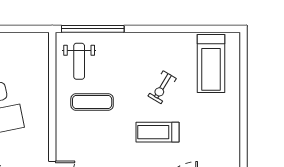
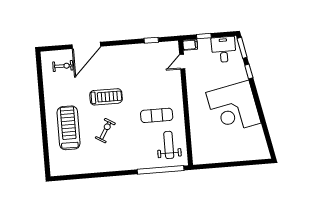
treadmill: (211, 64) -> (69, 128), moved

